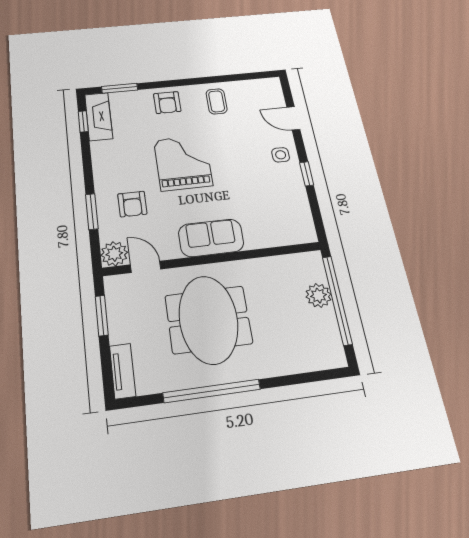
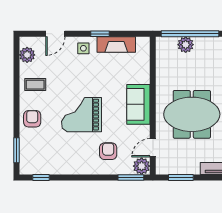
plant: (256, 88) -> (27, 55), added
armchair: (167, 102) -> (32, 119), turned -90
fireplace: (99, 117) -> (116, 44), moved, turned 180
armchair: (132, 204) -> (108, 151), turned -90
window: (92, 212) -> (131, 177), moved

